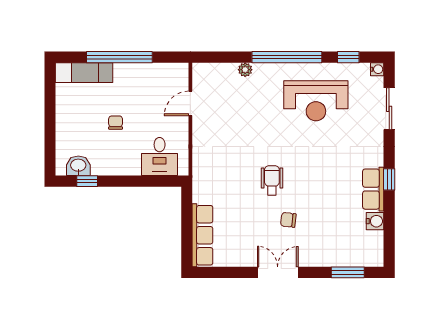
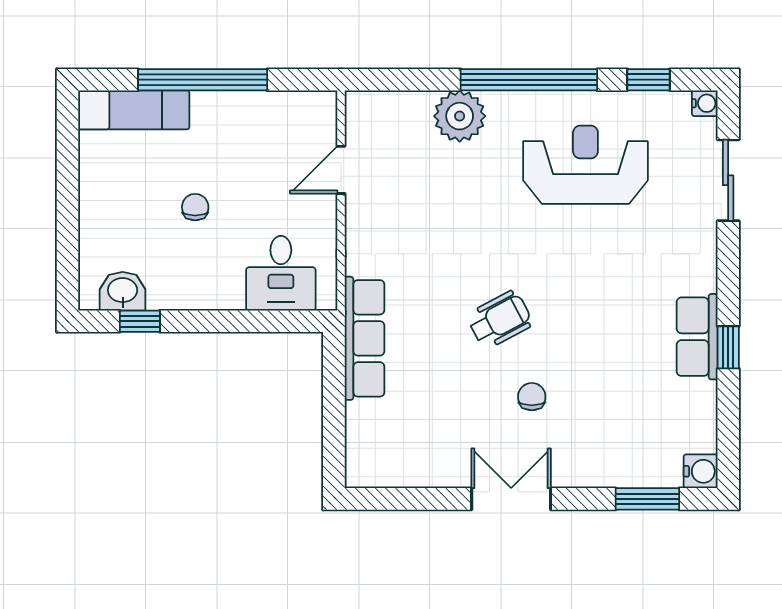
plant: (245, 70) -> (460, 116), width x1.87, depth x1.87
reception desk: (316, 101) -> (585, 165), turned 180
window: (389, 179) -> (728, 347), moved
wheelchair: (272, 180) -> (500, 320), turned 62
chair: (288, 220) -> (532, 397), turned 84
water cooler: (375, 221) -> (701, 471), moved
row of seats: (202, 235) -> (364, 338), moved

